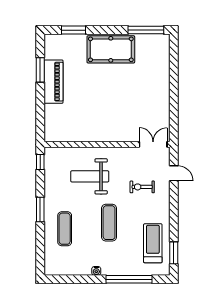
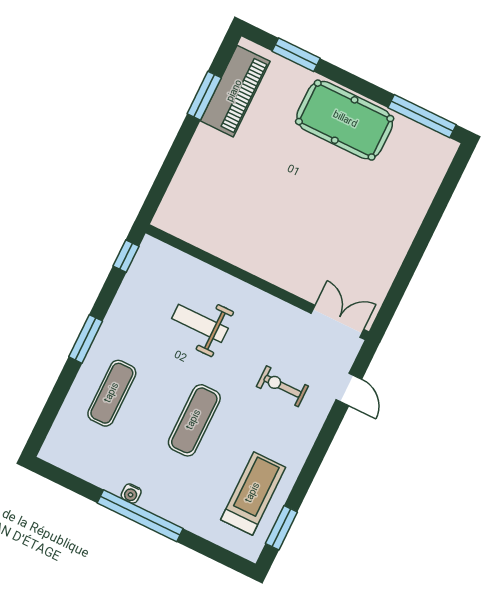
piano: (53, 82) -> (235, 91), moved
weight bench: (90, 176) -> (200, 323), width x0.73, depth x0.75
window: (129, 279) -> (140, 516), moved

